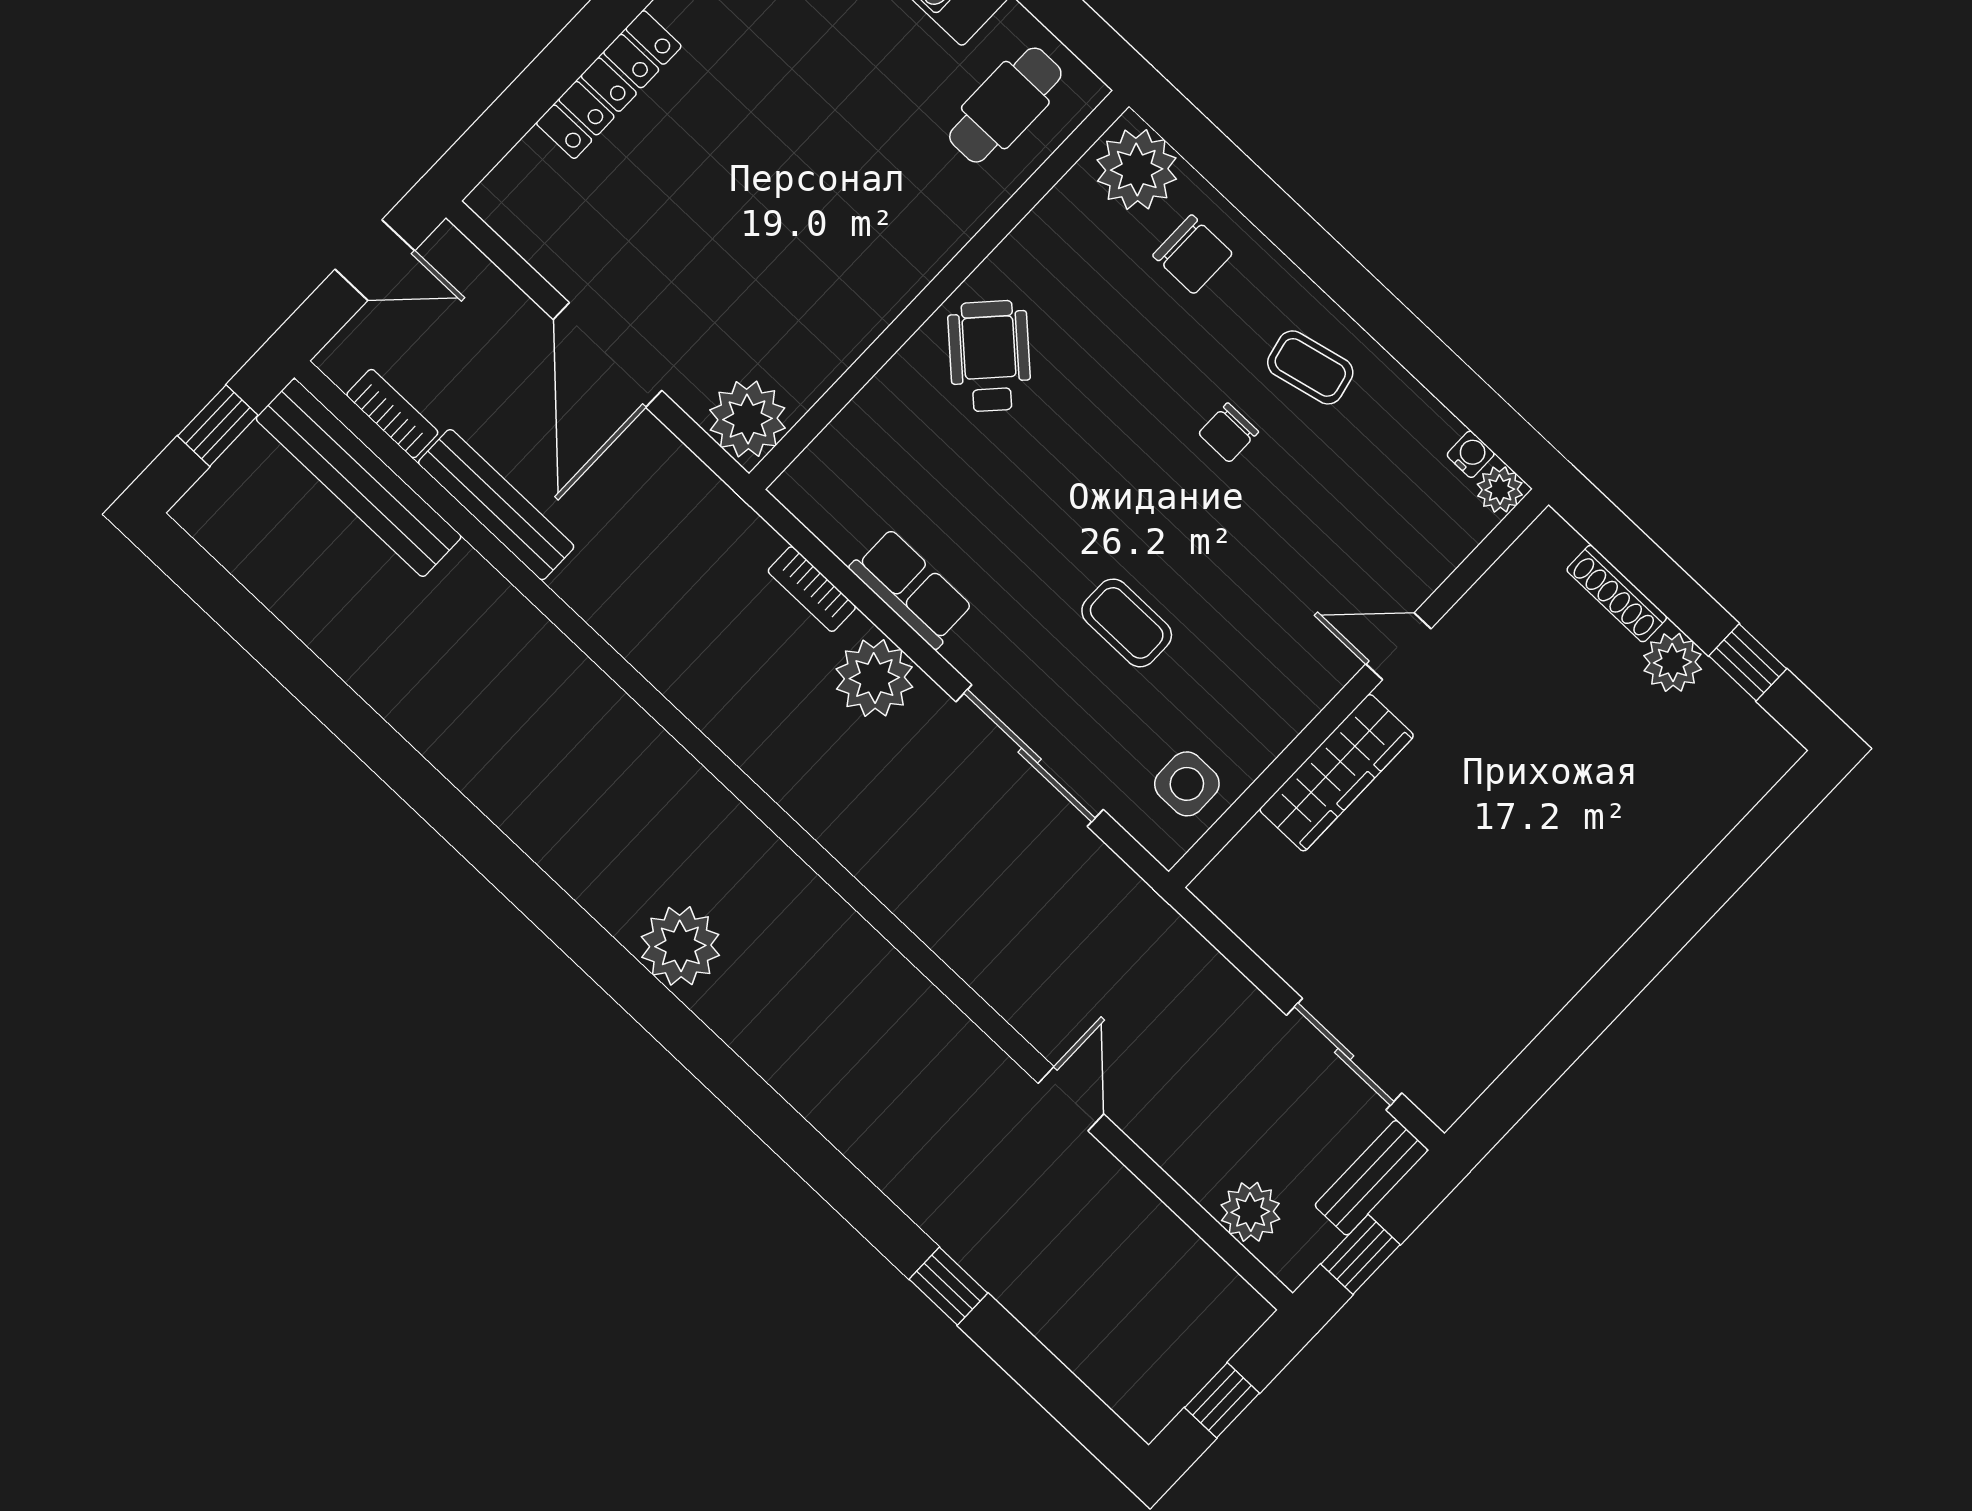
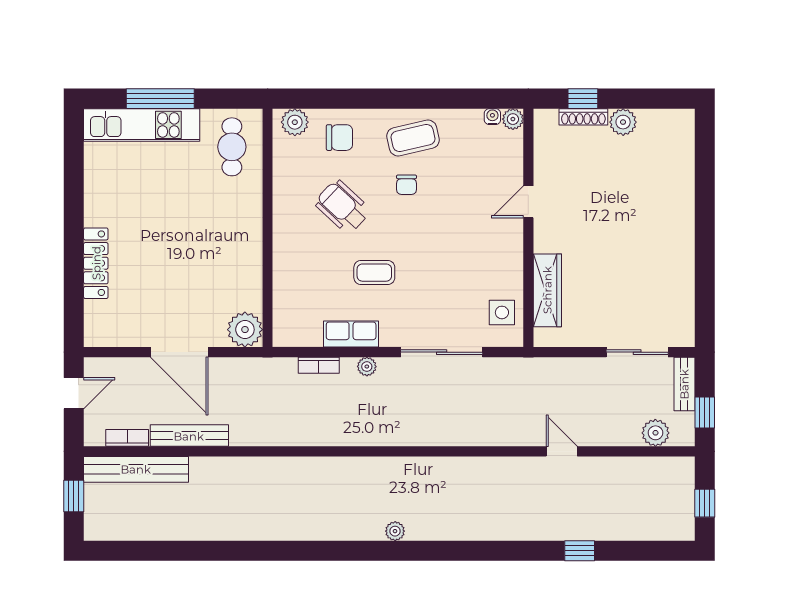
plant: (1137, 170) -> (295, 122), width x0.73, depth x0.73
wheelchair: (990, 356) -> (343, 207), moved
coffee table: (1310, 367) -> (413, 138), width x1.36, depth x1.30
coffee table: (1127, 623) -> (374, 273), moved
window: (1748, 662) -> (583, 99), moved
plant: (874, 678) -> (367, 367), width x0.53, depth x0.53
wardrobe: (1337, 773) -> (547, 290), moved
plant: (680, 946) -> (395, 531), width x0.53, depth x0.53

